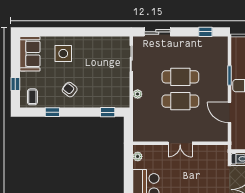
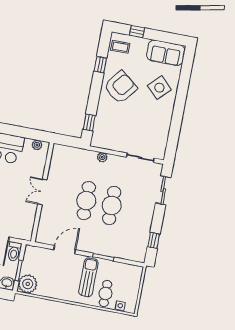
side table: (63, 54) -> (159, 88), turned 45
armchair: (70, 90) -> (120, 87), width x1.88, depth x1.88

